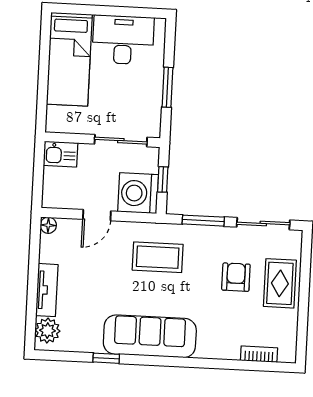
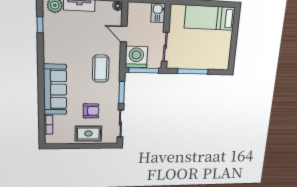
desk: (123, 40) -> (219, 47), removed
window: (167, 87) -> (193, 71), width x1.44
window: (163, 179) -> (144, 70), width x2.17
sofa: (150, 336) -> (55, 90), moved
window: (106, 358) -> (40, 25), moved

